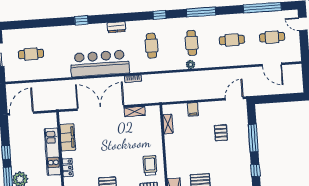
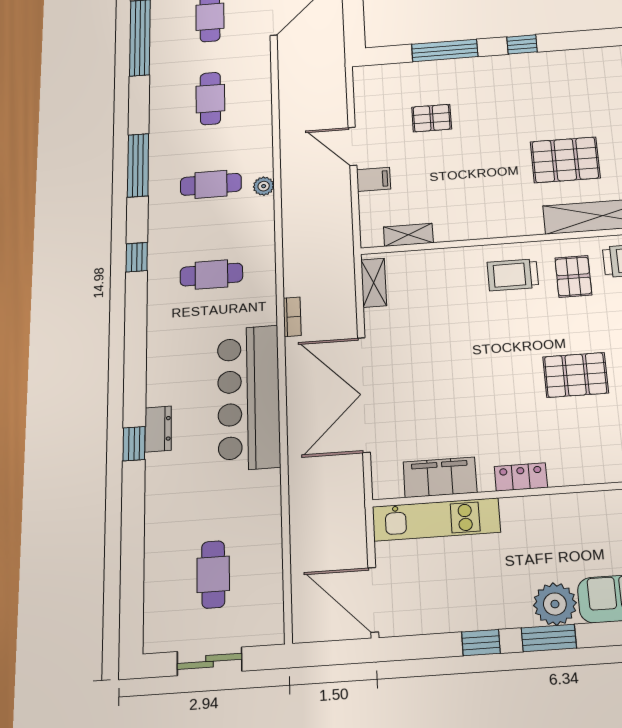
dresser: (116, 27) -> (158, 429), moved
door: (234, 99) -> (352, 146), moved
shelving: (135, 111) -> (374, 283), moved
kitchen unit: (53, 152) -> (436, 519), moved

